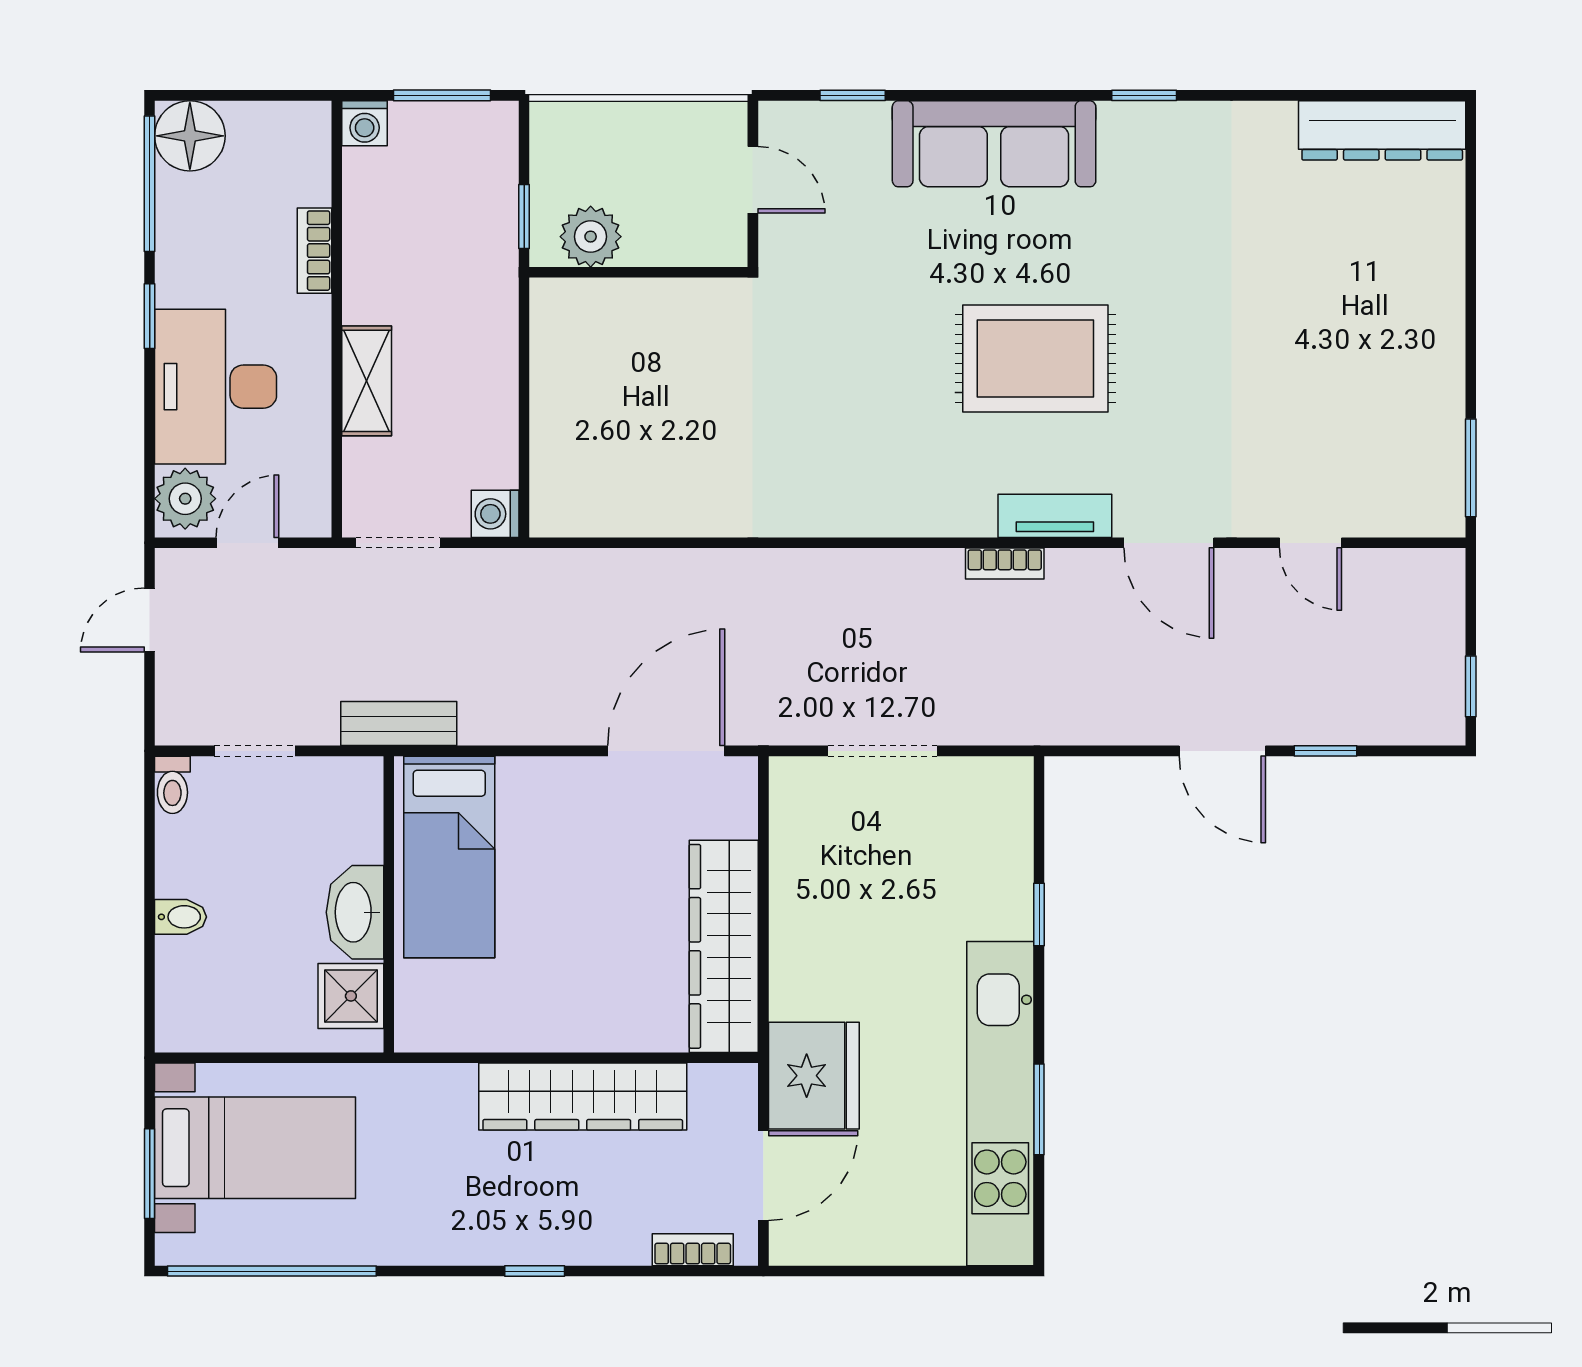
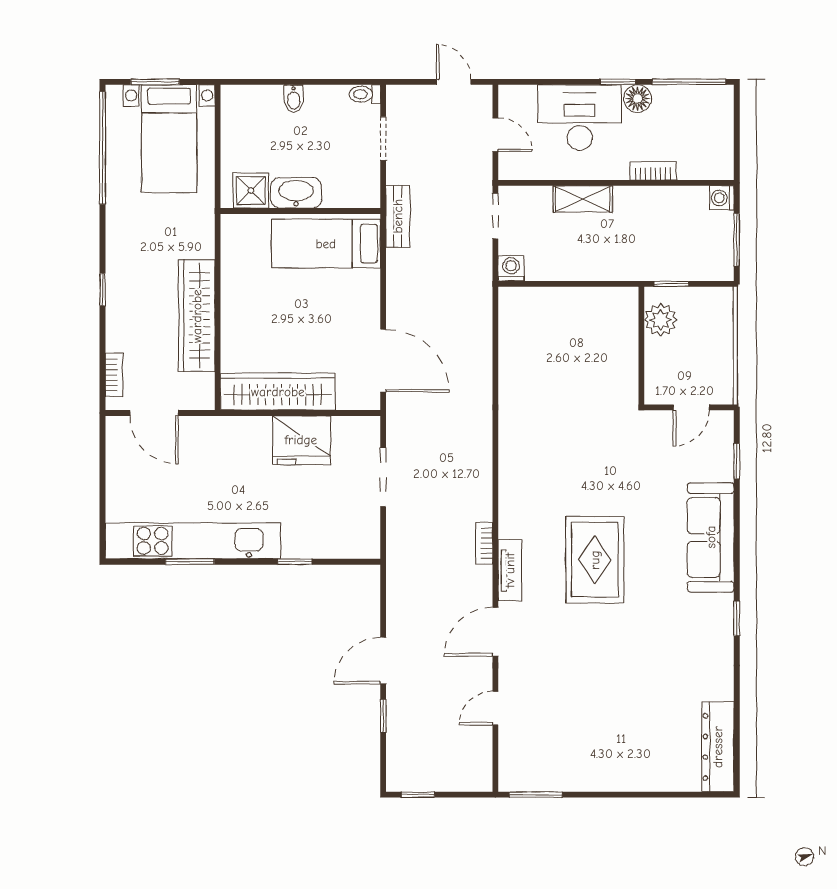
floor lamp: (190, 136) -> (637, 98), moved, width x0.73, depth x0.73
plant: (185, 499) -> (519, 101), removed
fridge: (814, 1076) -> (301, 440), moved

